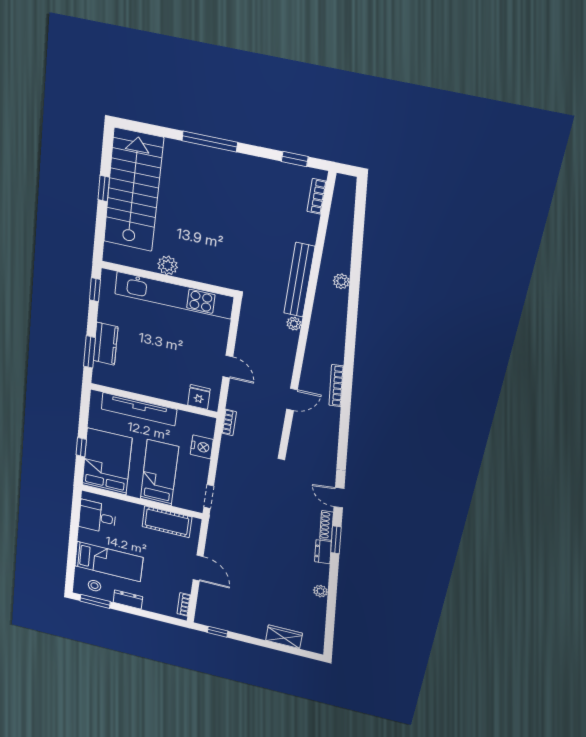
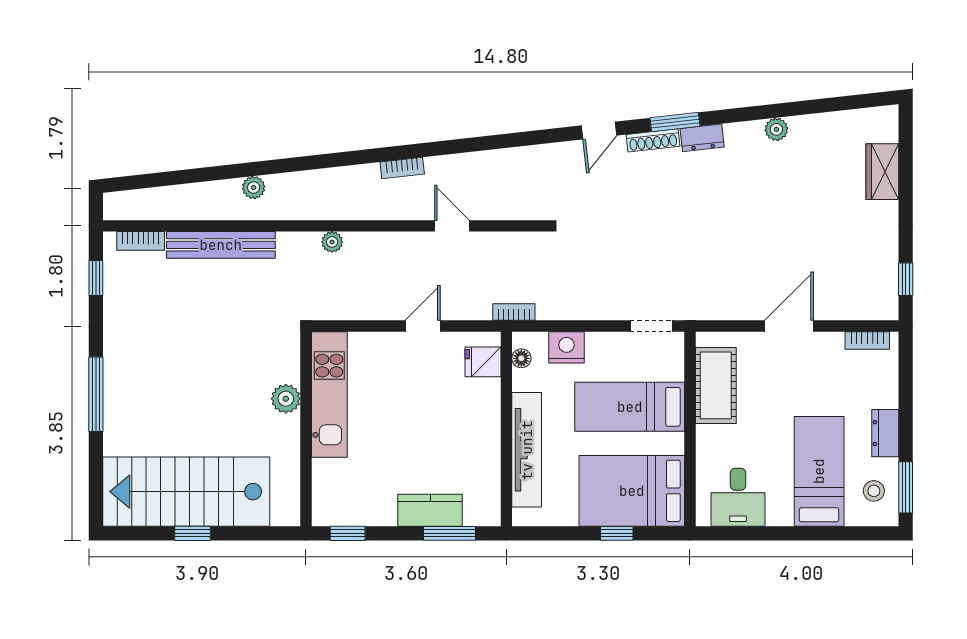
plant: (168, 265) -> (286, 399), moved
bench: (299, 280) -> (221, 245), moved
kitchen unit: (174, 295) -> (329, 395), width x0.73
bookcase: (336, 386) -> (402, 168), width x0.64
floor lamp: (198, 420) -> (521, 358), added

